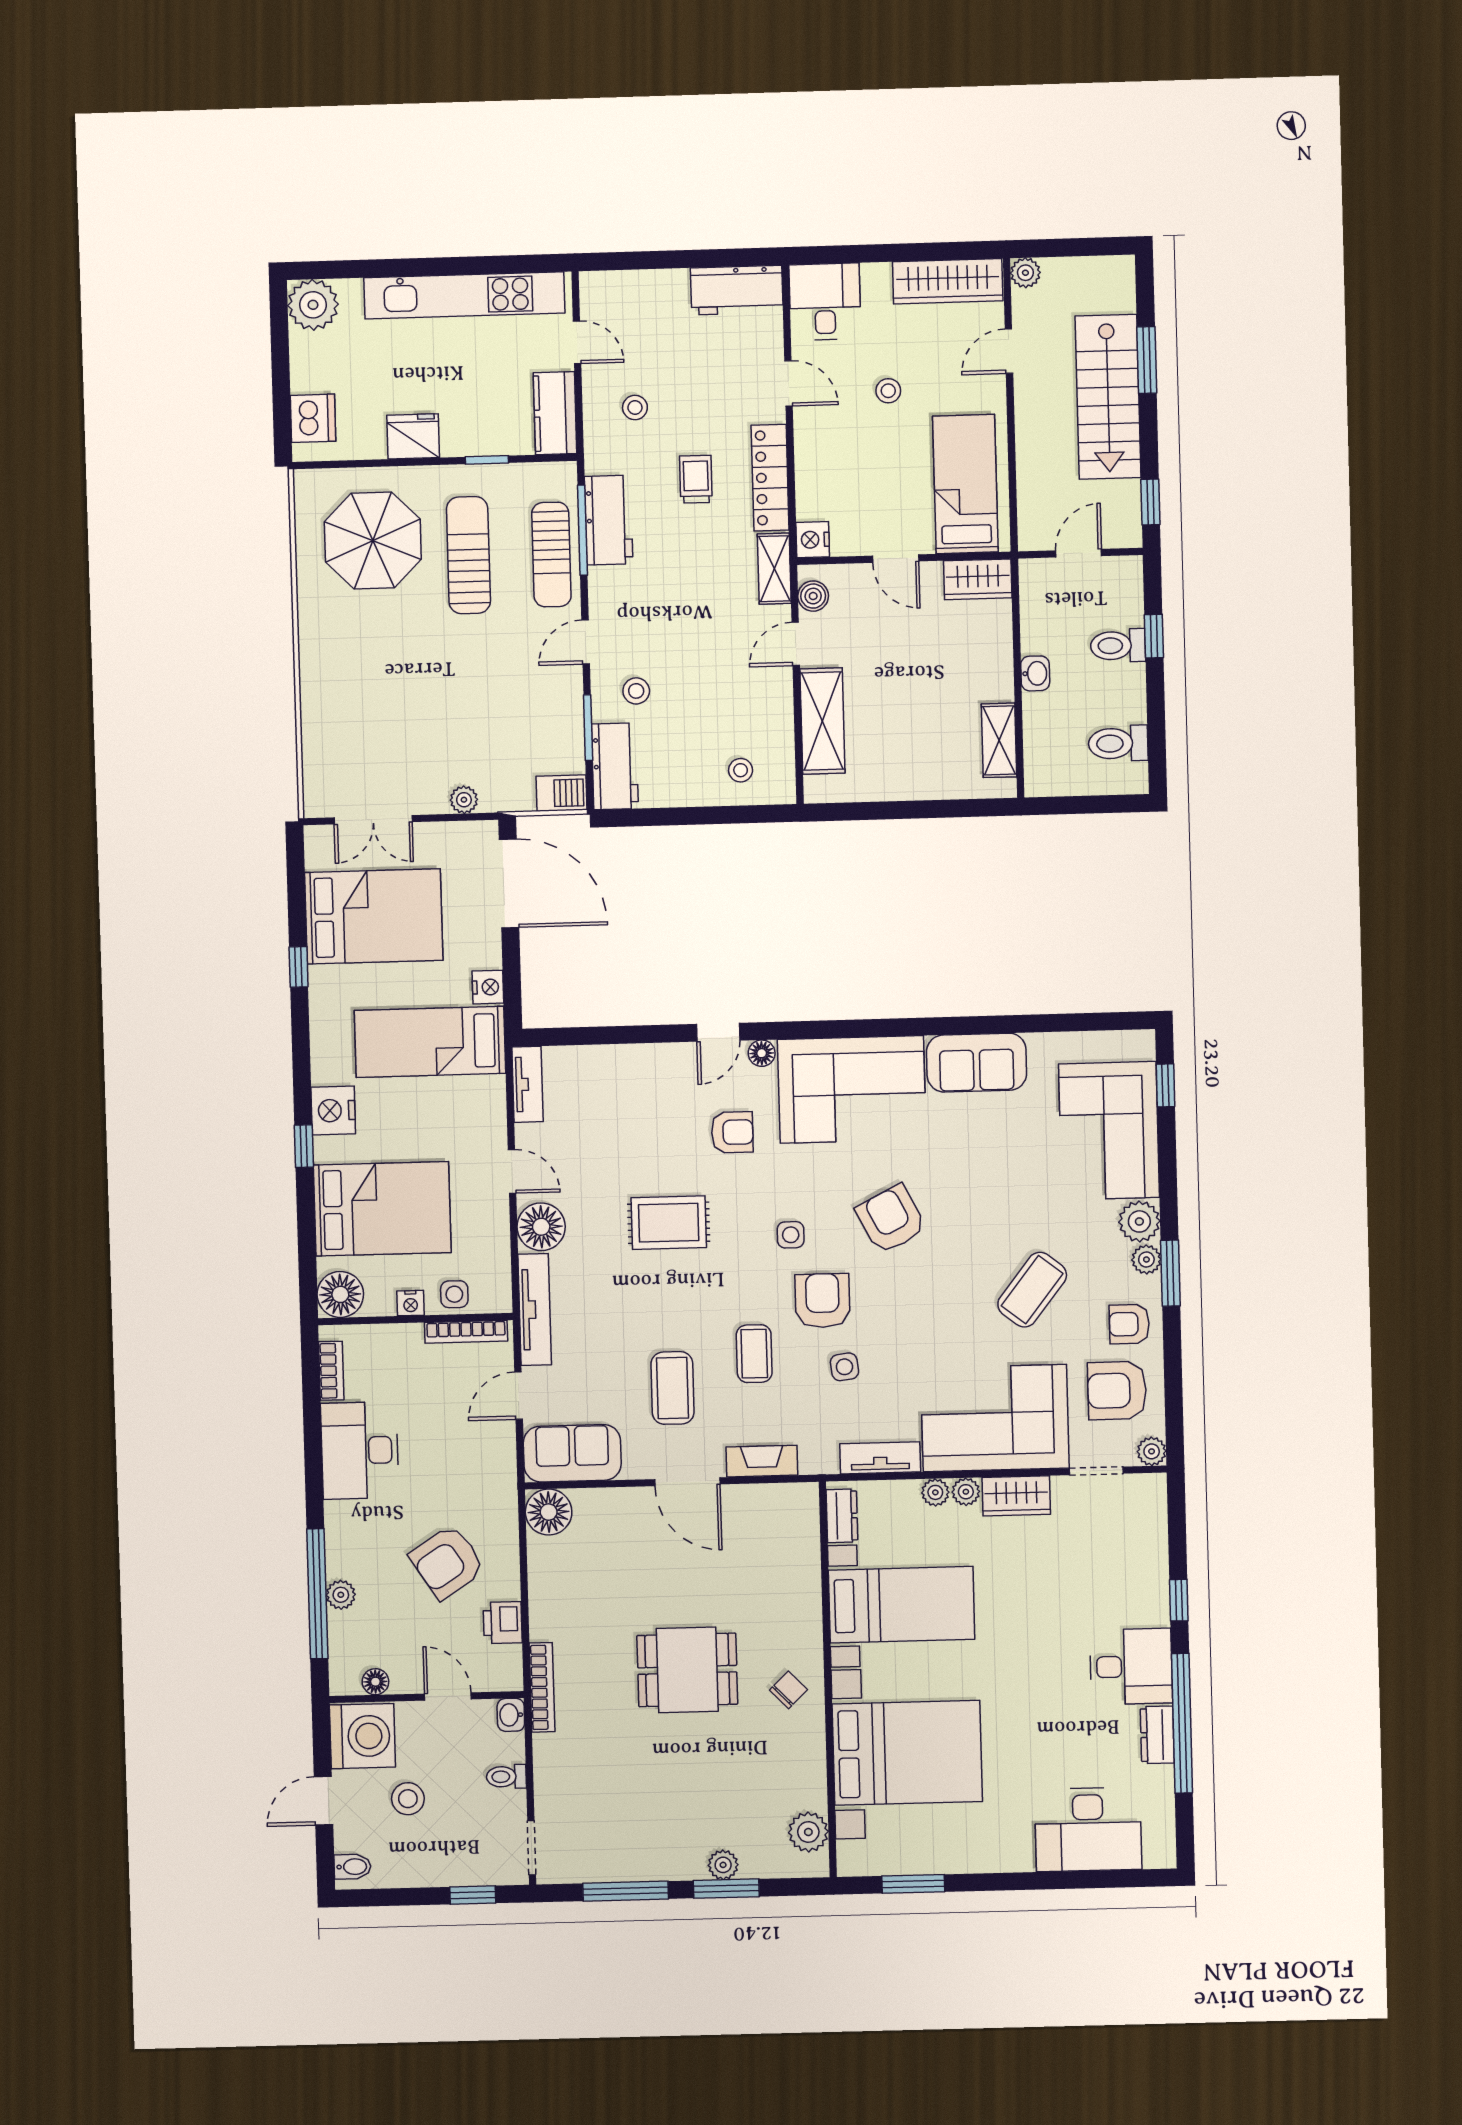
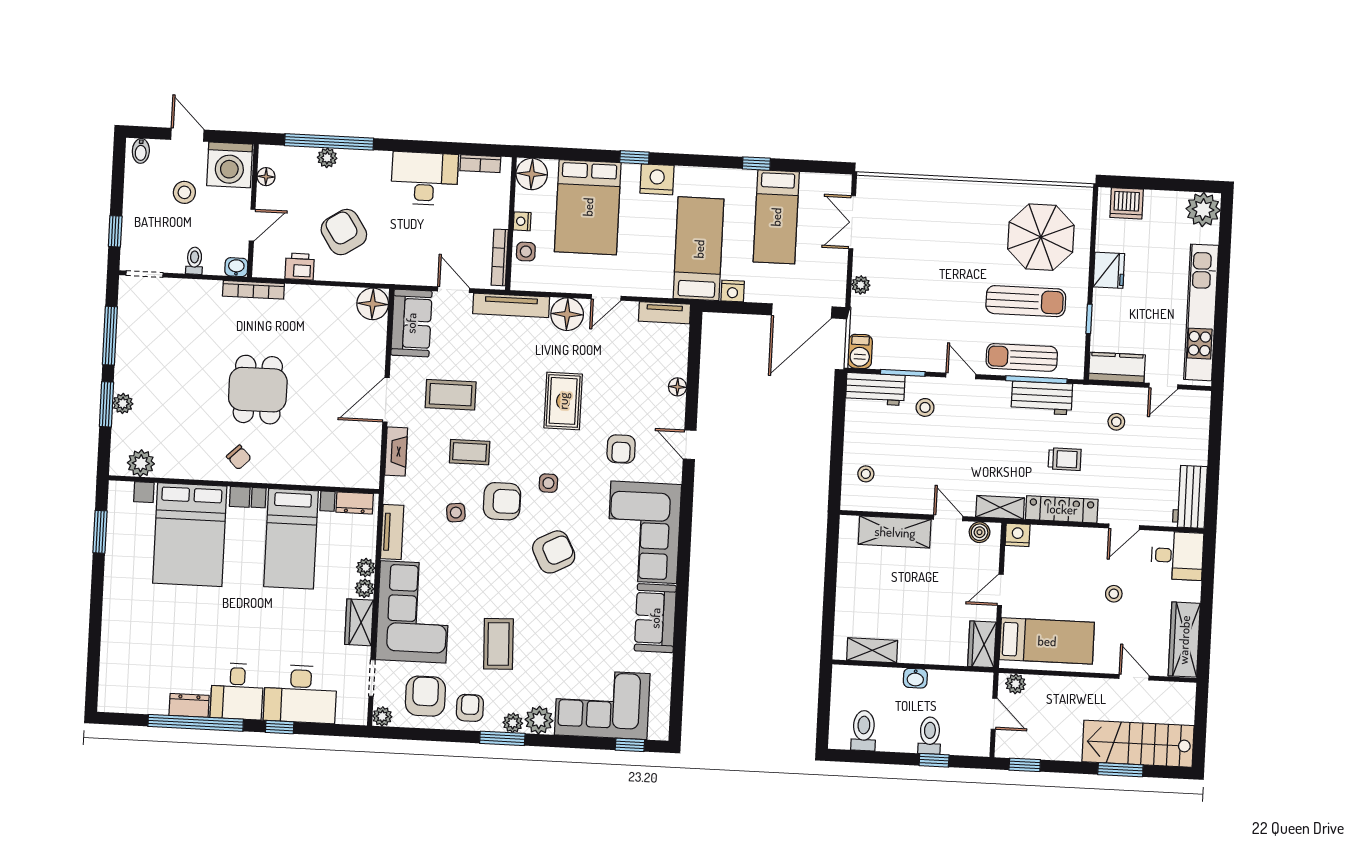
plant: (1025, 273) -> (1016, 684), moved
stairs: (1108, 397) -> (1138, 744), moved
bed: (374, 916) -> (776, 217), width x0.67
floor lamp: (762, 1053) -> (677, 387), moved
coffee table: (1032, 1290) -> (498, 644), turned 50
desk: (1088, 1829) -> (300, 694), moved, turned -90

